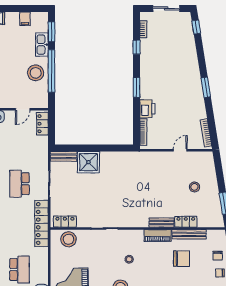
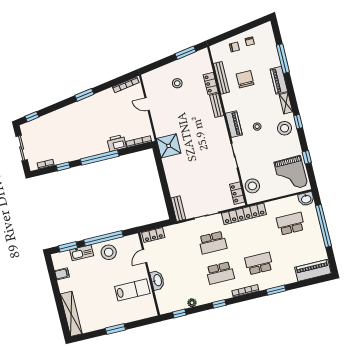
window: (137, 87) -> (100, 158), width x2.11
door: (23, 109) -> (145, 256), swing flipped
shower: (88, 162) -> (169, 146), moved
piano: (158, 236) -> (234, 124), moved

